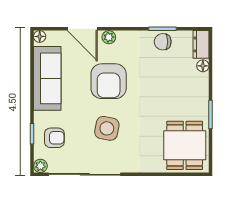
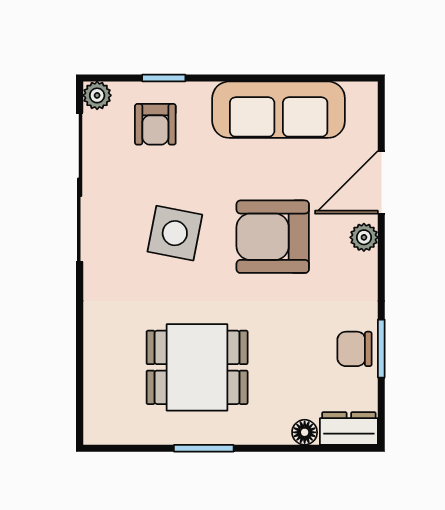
floor lamp: (40, 36) -> (365, 94), removed
chair: (163, 42) -> (355, 349), turned -90
dining table: (185, 145) -> (197, 367), moved

